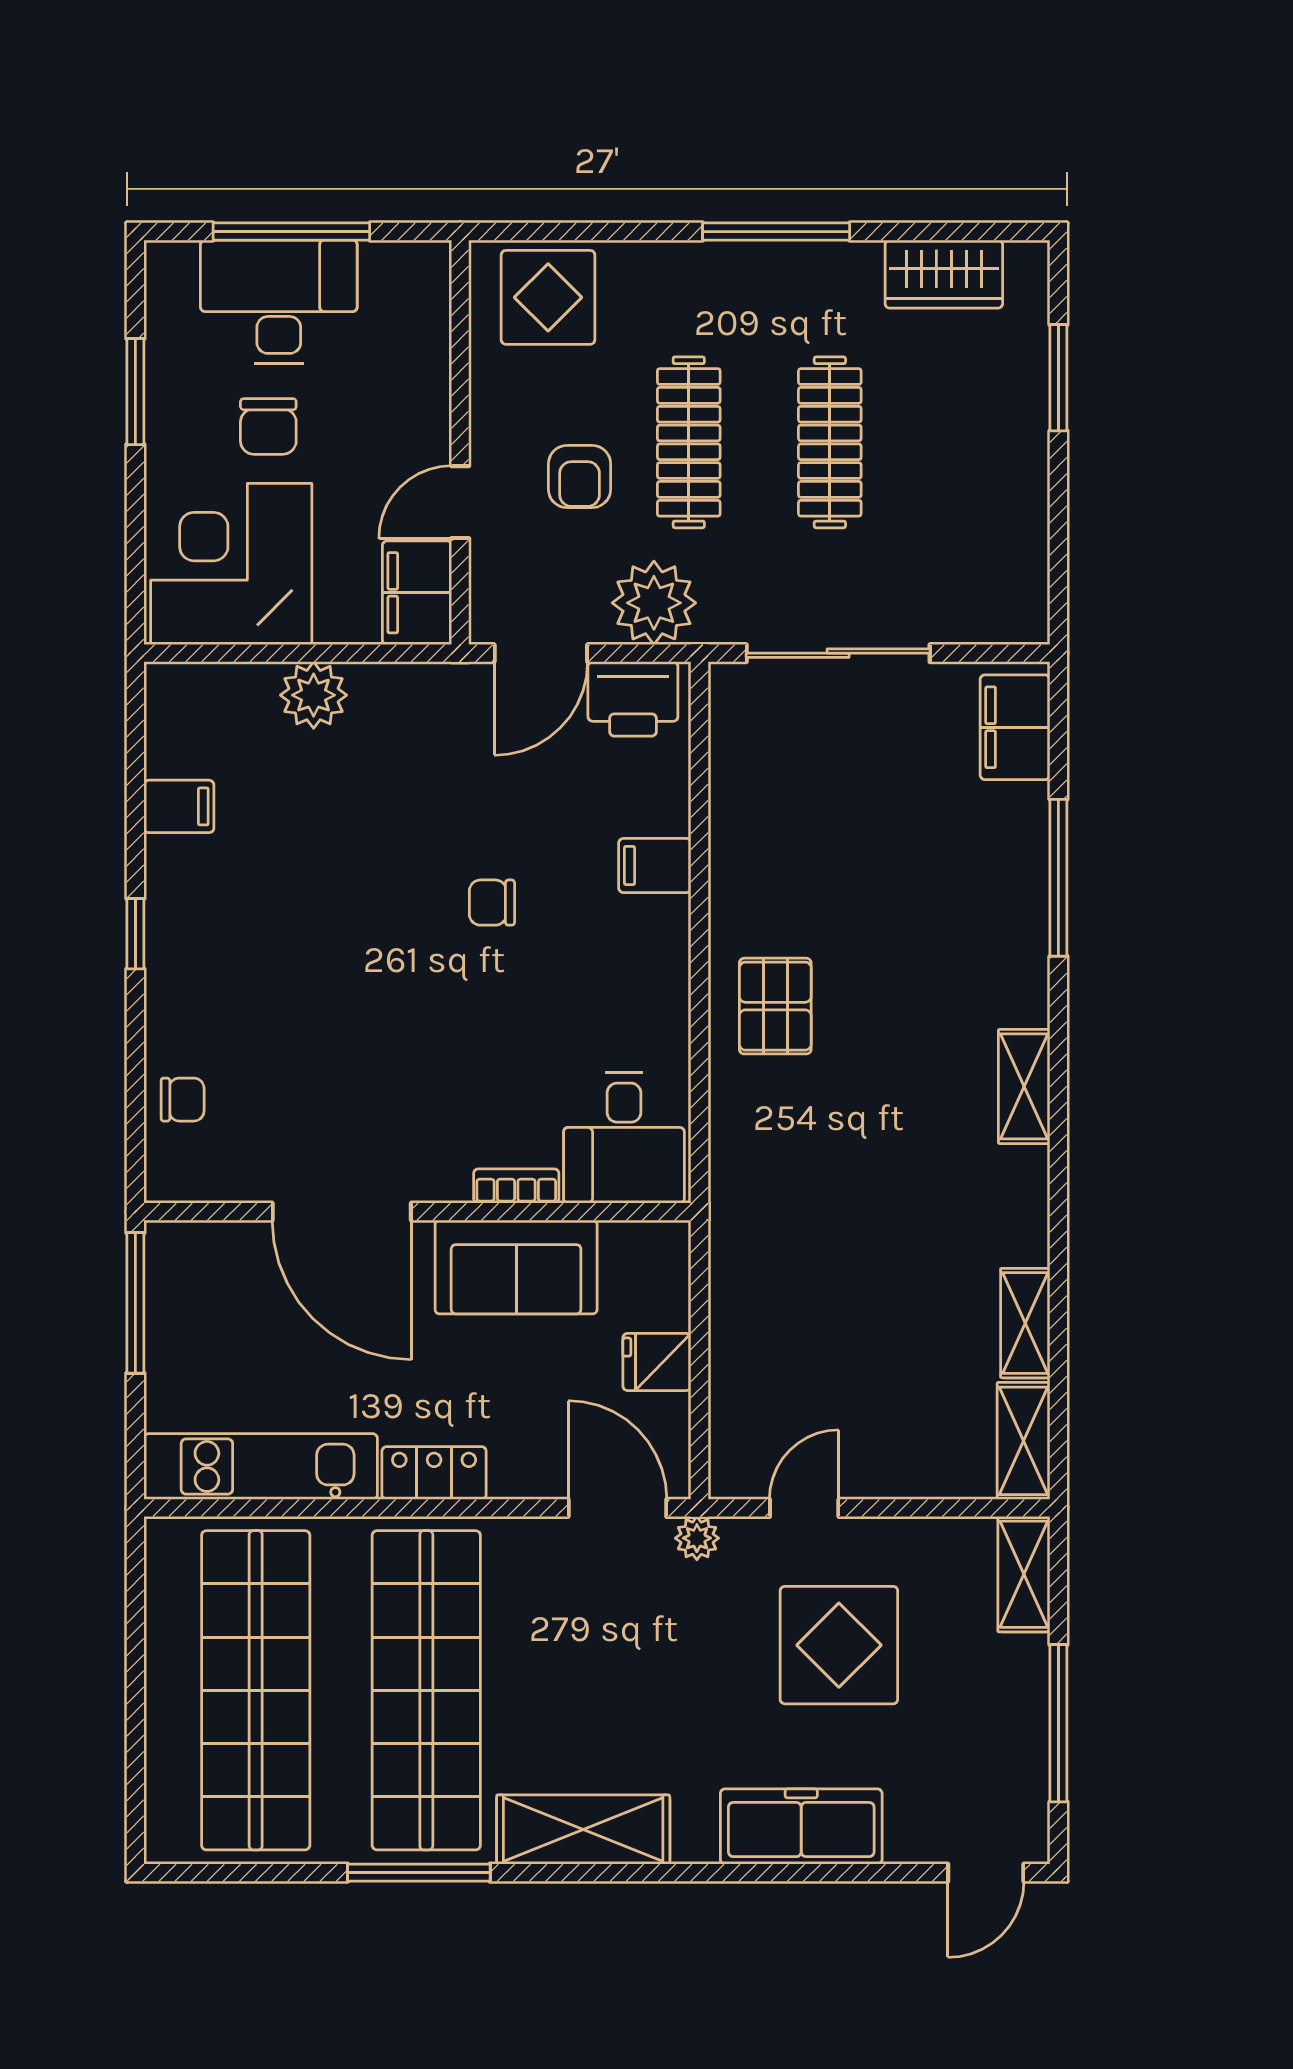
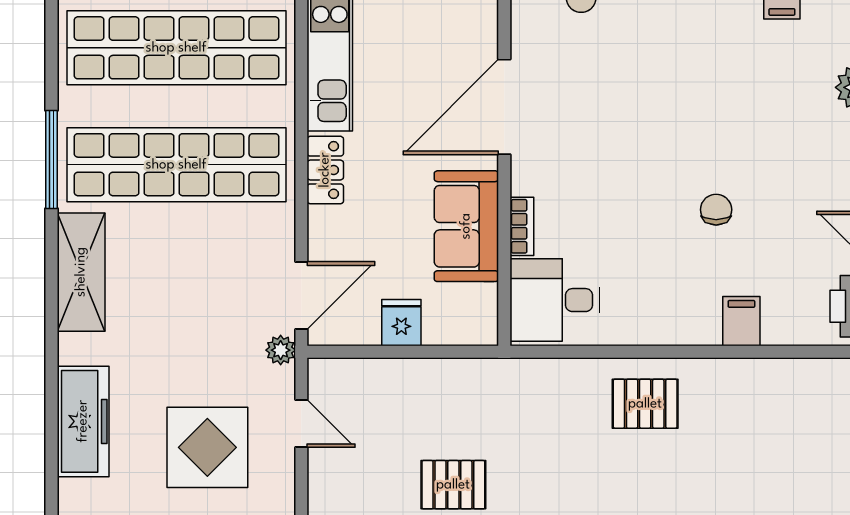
pallet: (893, 1286) -> (453, 485), added

